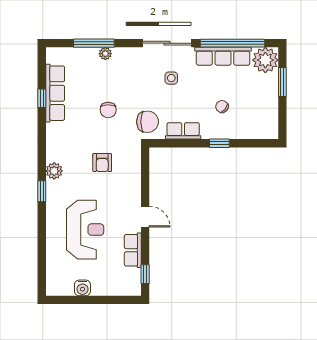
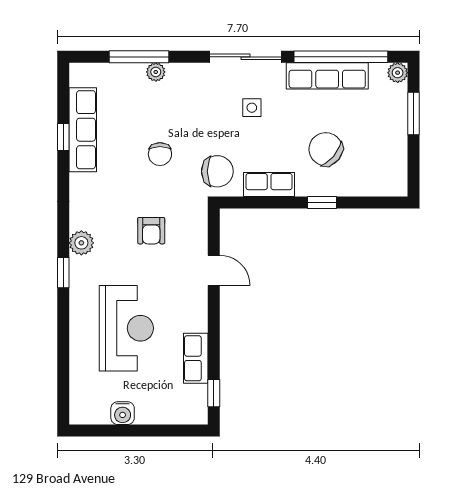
plant: (265, 60) -> (398, 73), width x0.53, depth x0.53
chair: (222, 107) -> (326, 149), width x1.87, depth x1.87
door: (145, 217) -> (214, 270), moved

